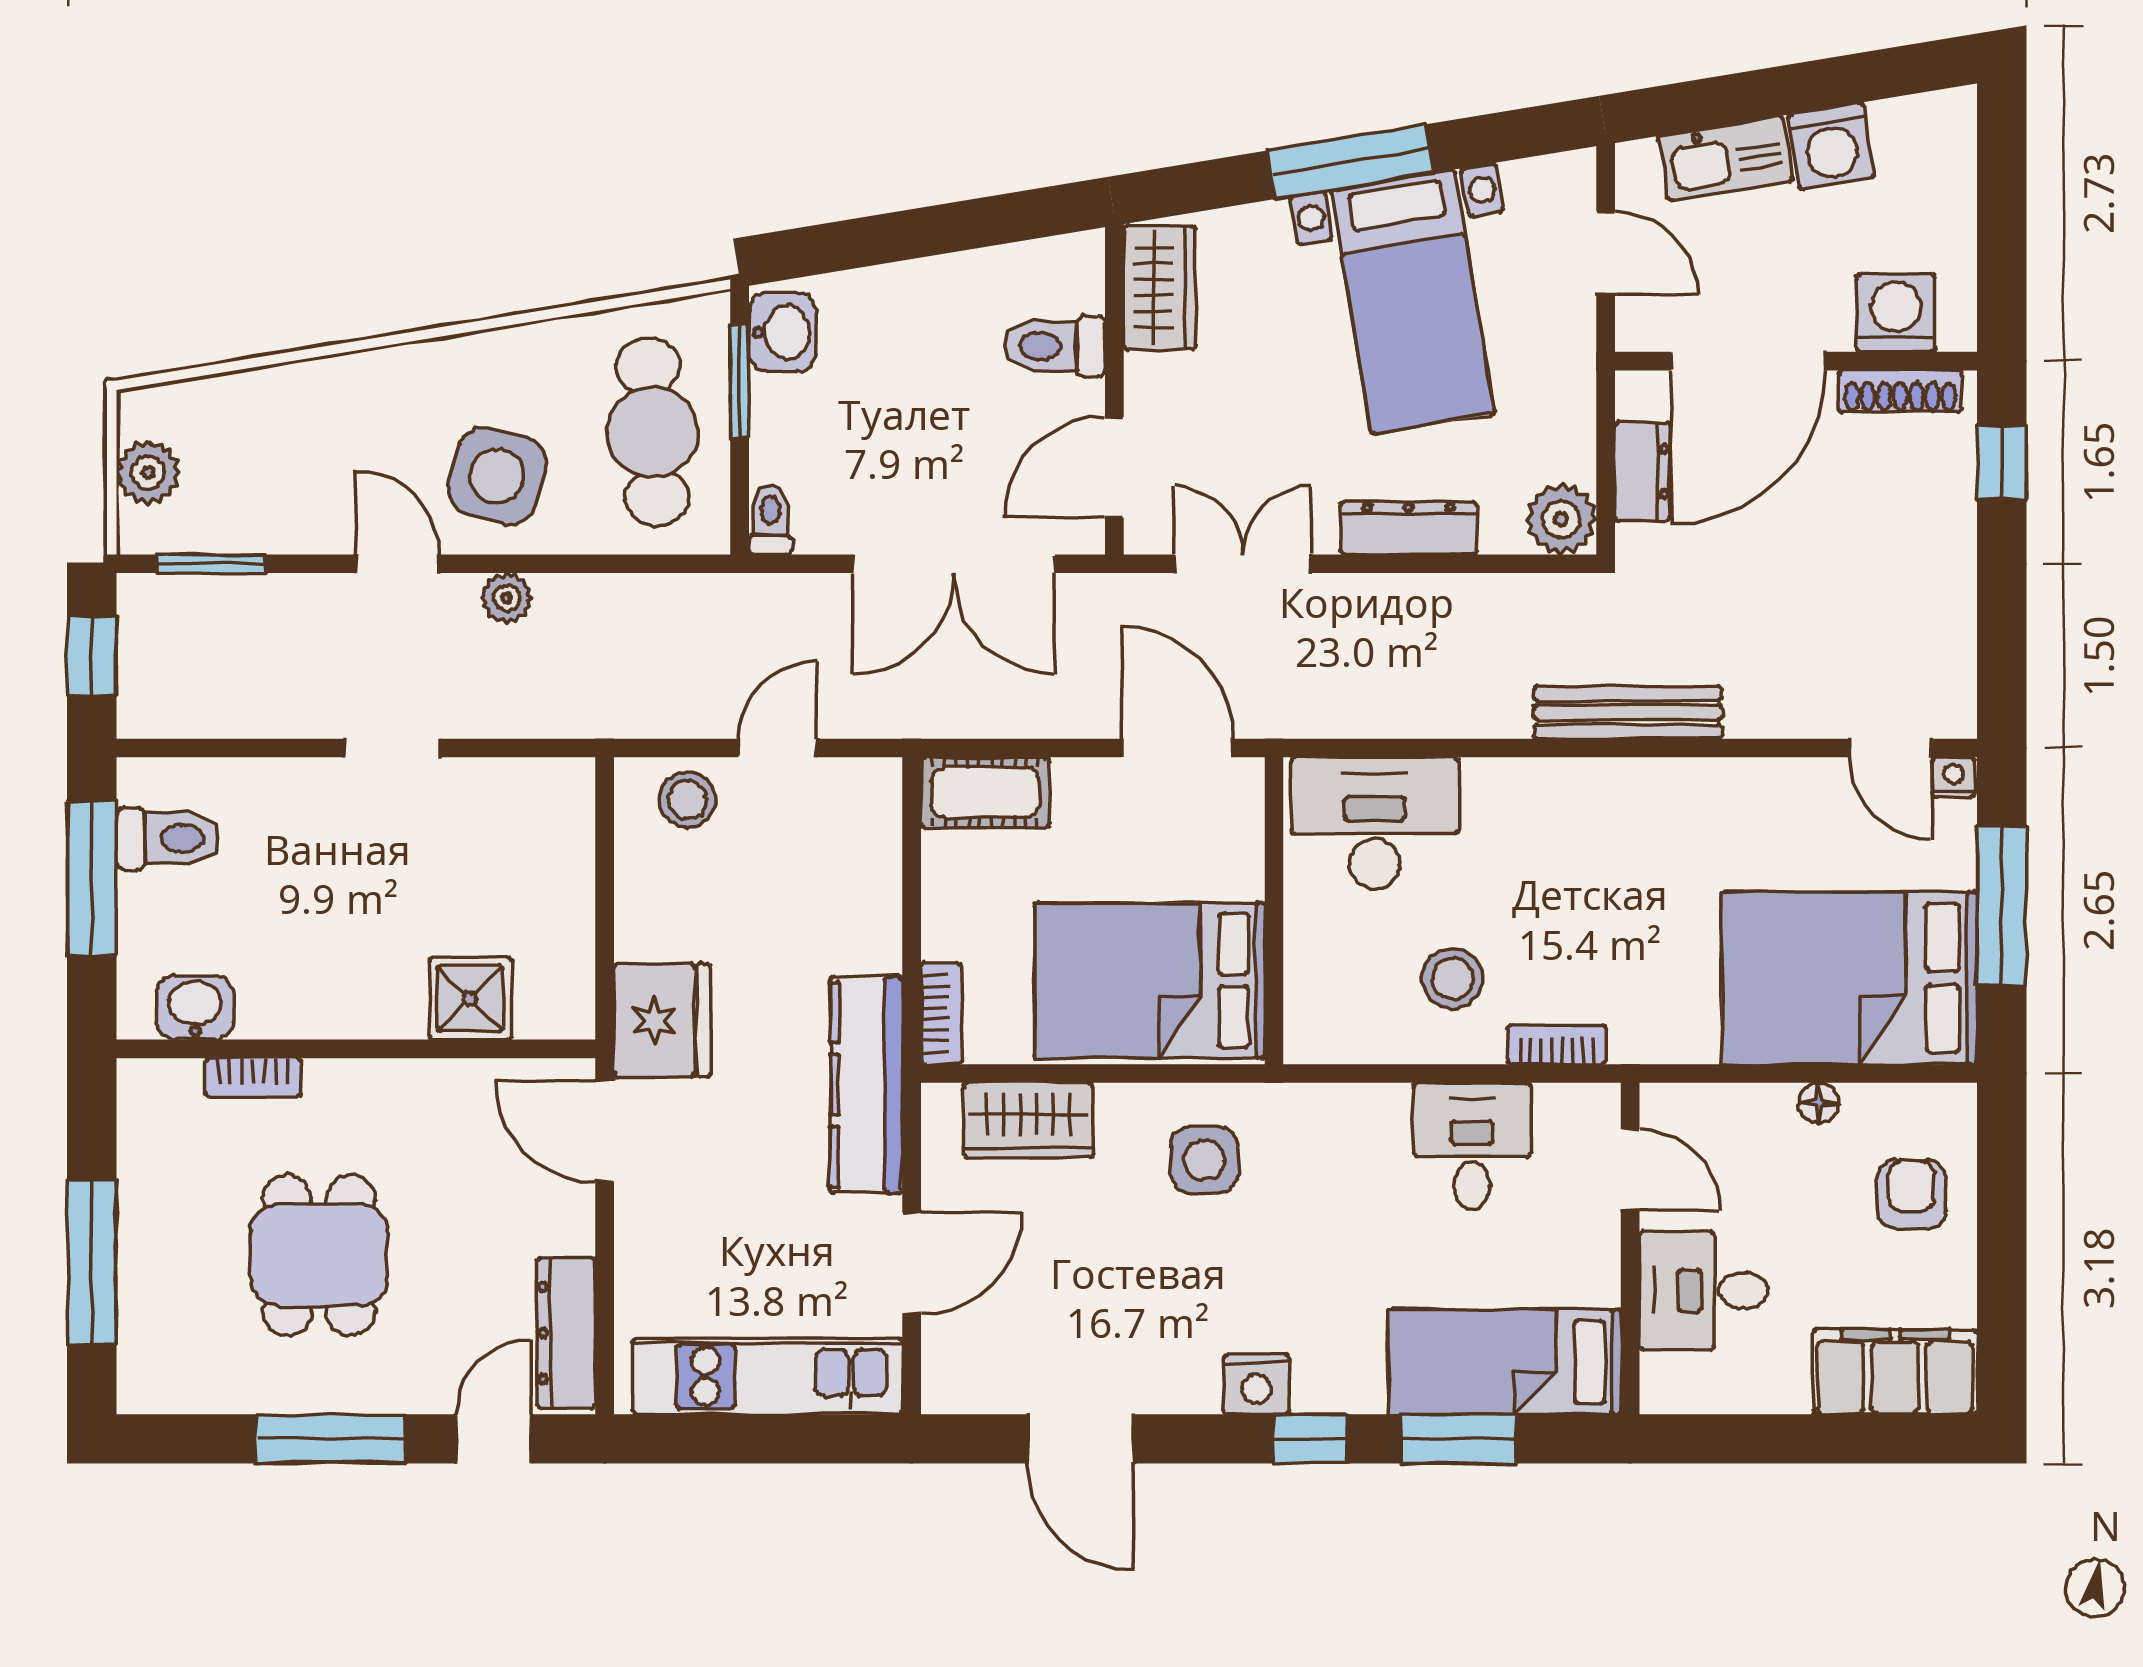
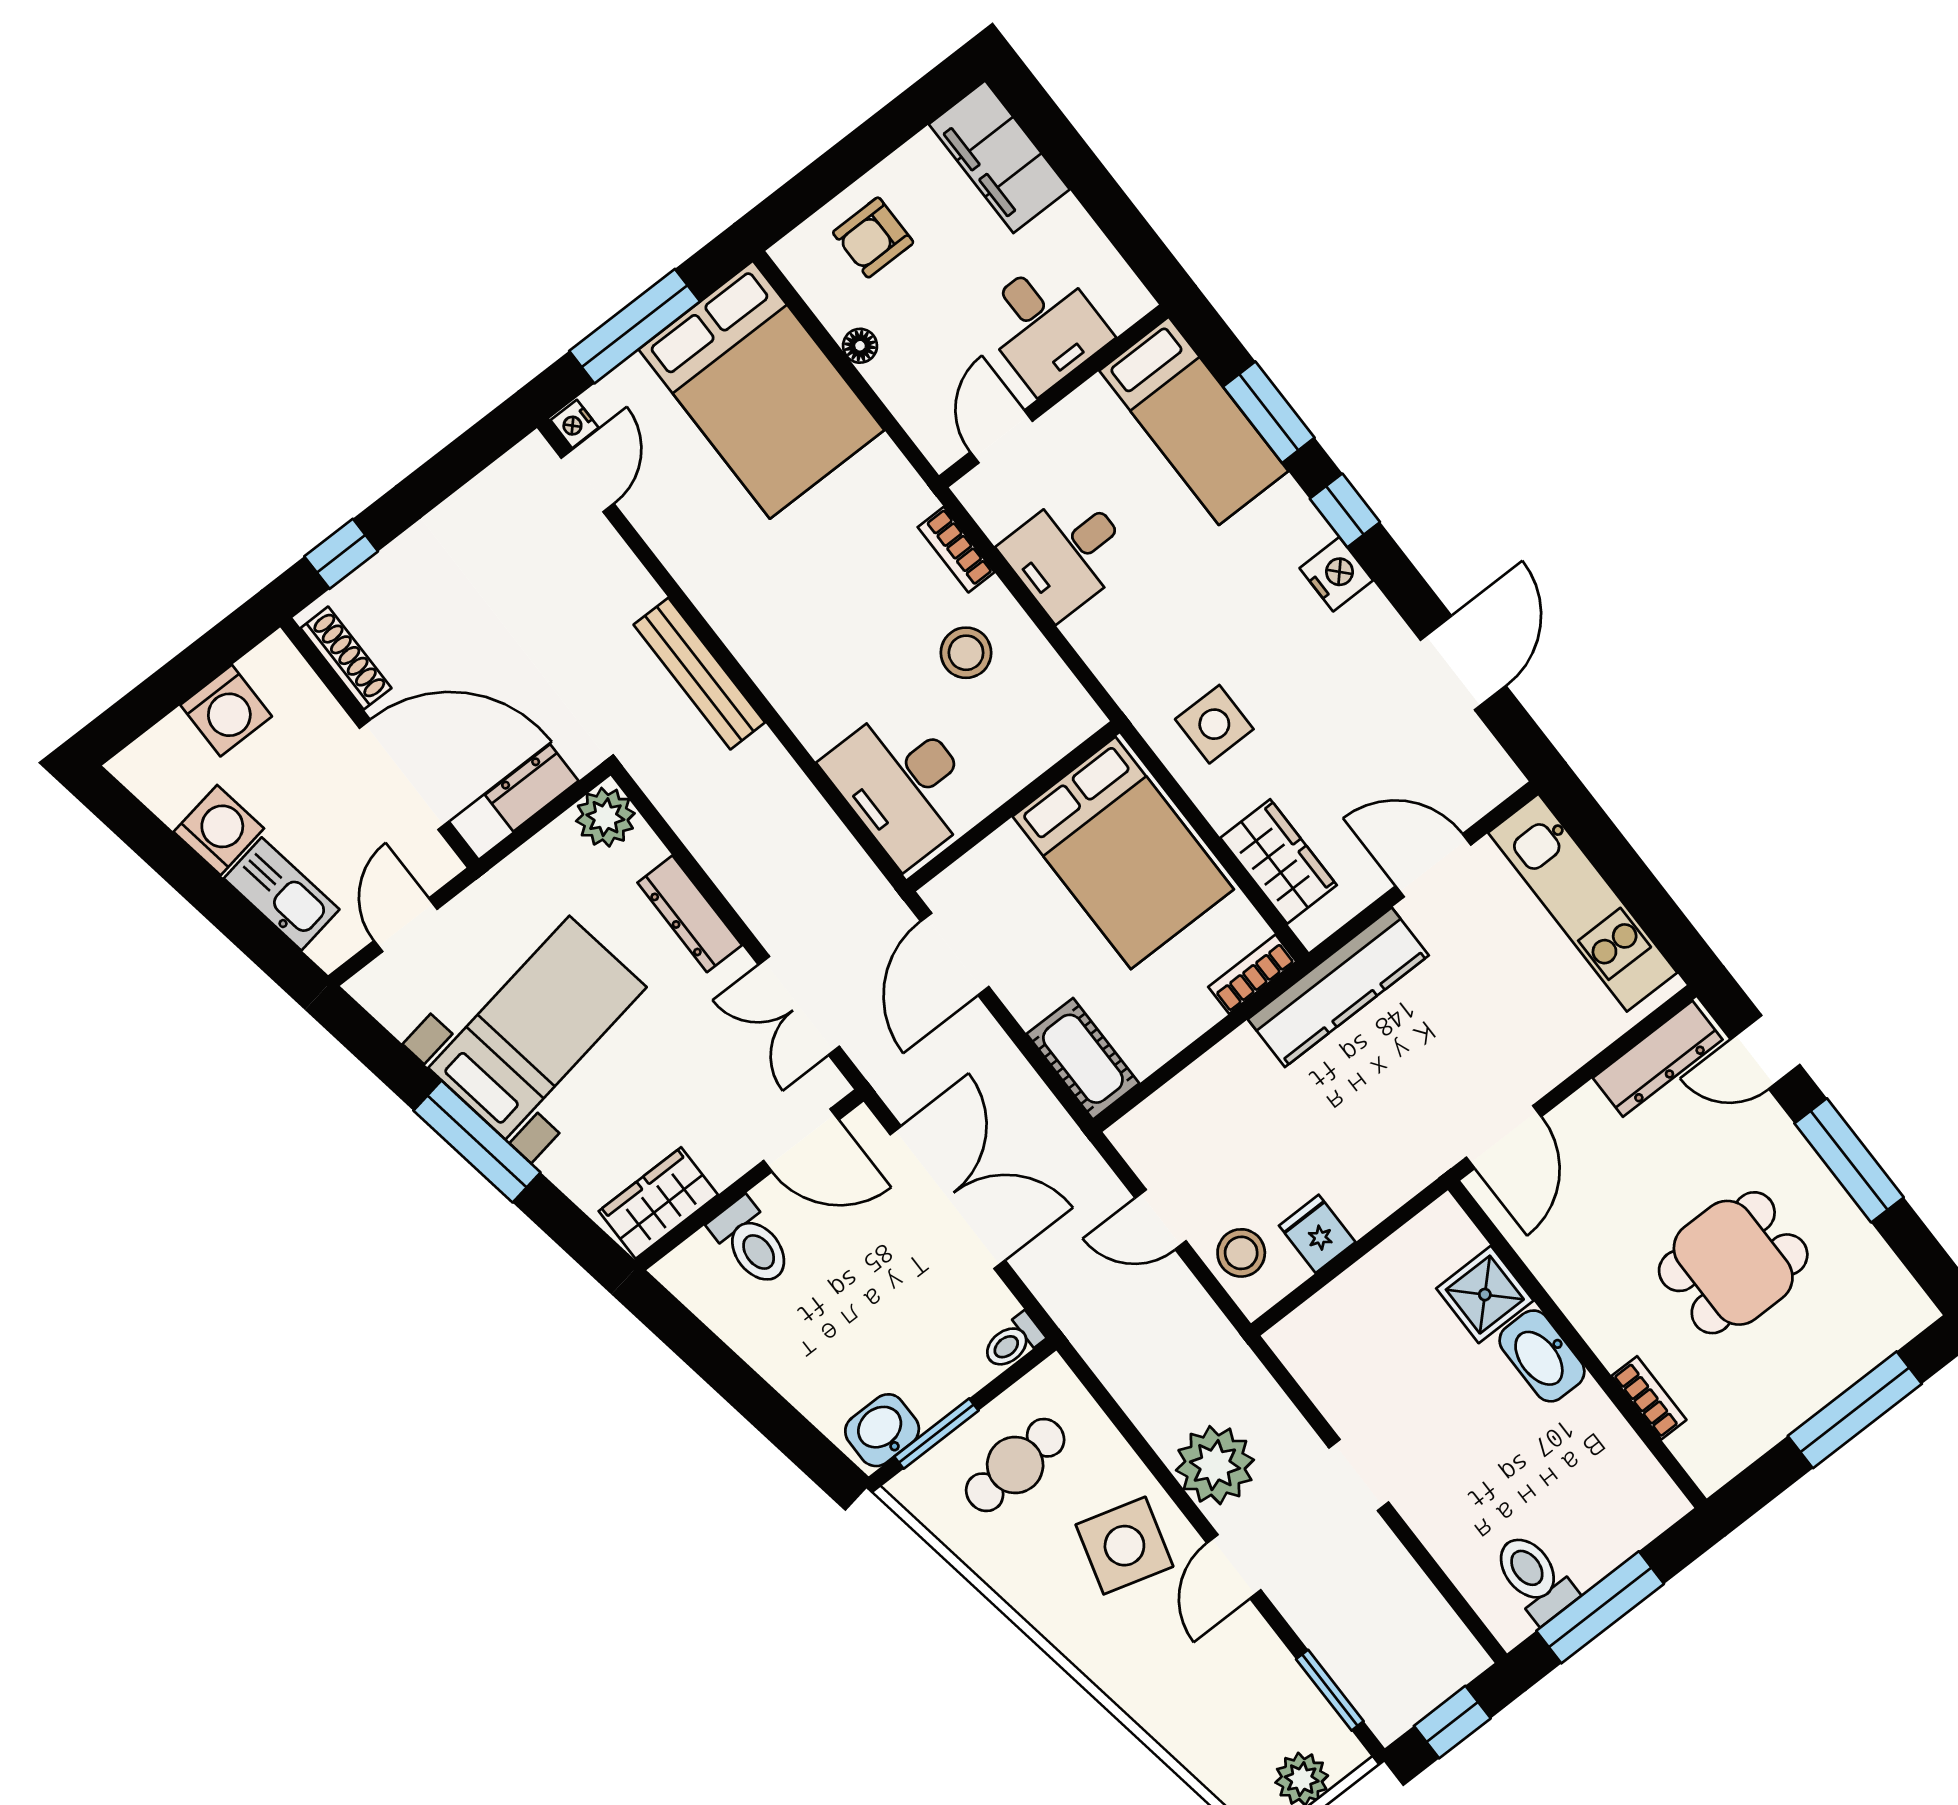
washing machine: (1896, 313) -> (226, 711), moved, turned -90
cafe table: (653, 432) -> (1015, 1465), width x0.73, depth x0.74
plant: (507, 598) -> (1215, 1465), width x1.88, depth x1.88
washbasin: (195, 1007) -> (1542, 1356), moved, width x1.38
fridge: (662, 1021) -> (1317, 1234), moved, width x0.53, depth x0.75

